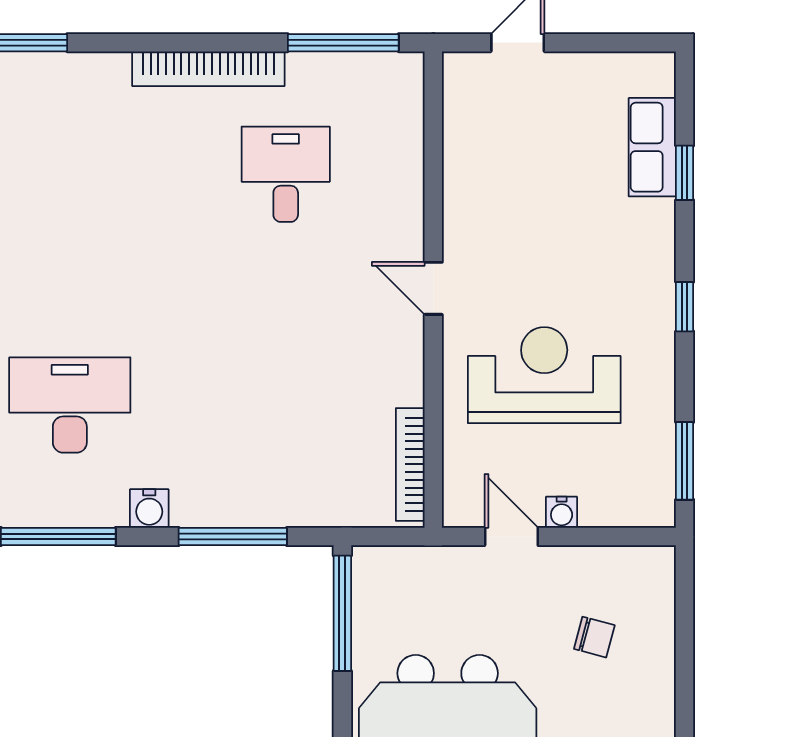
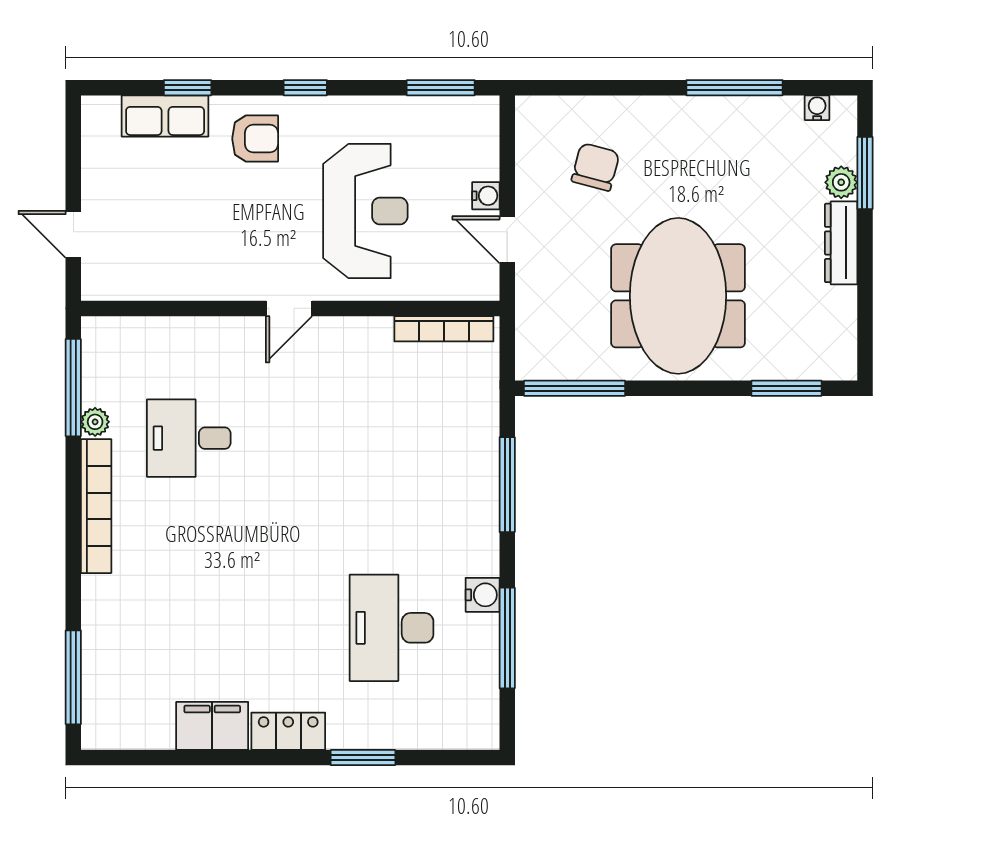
plant: (304, 67) -> (95, 422), added
armchair: (627, 250) -> (255, 139), added
reception desk: (544, 375) -> (365, 211), turned 180
water cooler: (149, 509) -> (483, 595), moved
door: (511, 537) -> (507, 240), hinge flipped
chair: (594, 637) -> (595, 167), width x1.37, depth x1.37

